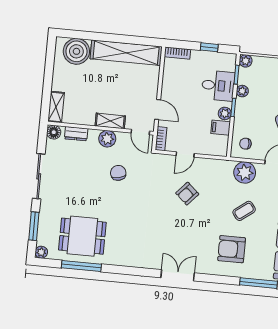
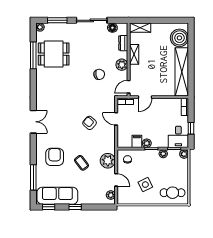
desk: (218, 86) -> (178, 137), moved
shelving: (110, 121) -> (134, 54), moved
floor lamp: (54, 132) -> (112, 28), moved
dining table: (82, 236) -> (54, 54), turned 90

